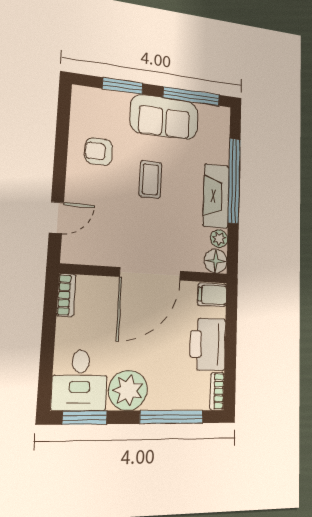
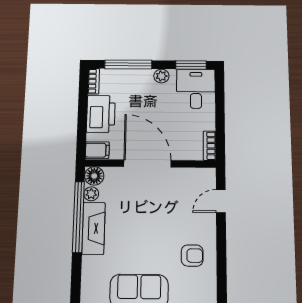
coffee table: (150, 179) -> (149, 237), removed
window: (234, 181) -> (78, 217), moved
door: (150, 274) -> (147, 164), hinge flipped
plant: (128, 390) -> (161, 76), width x0.53, depth x0.53

